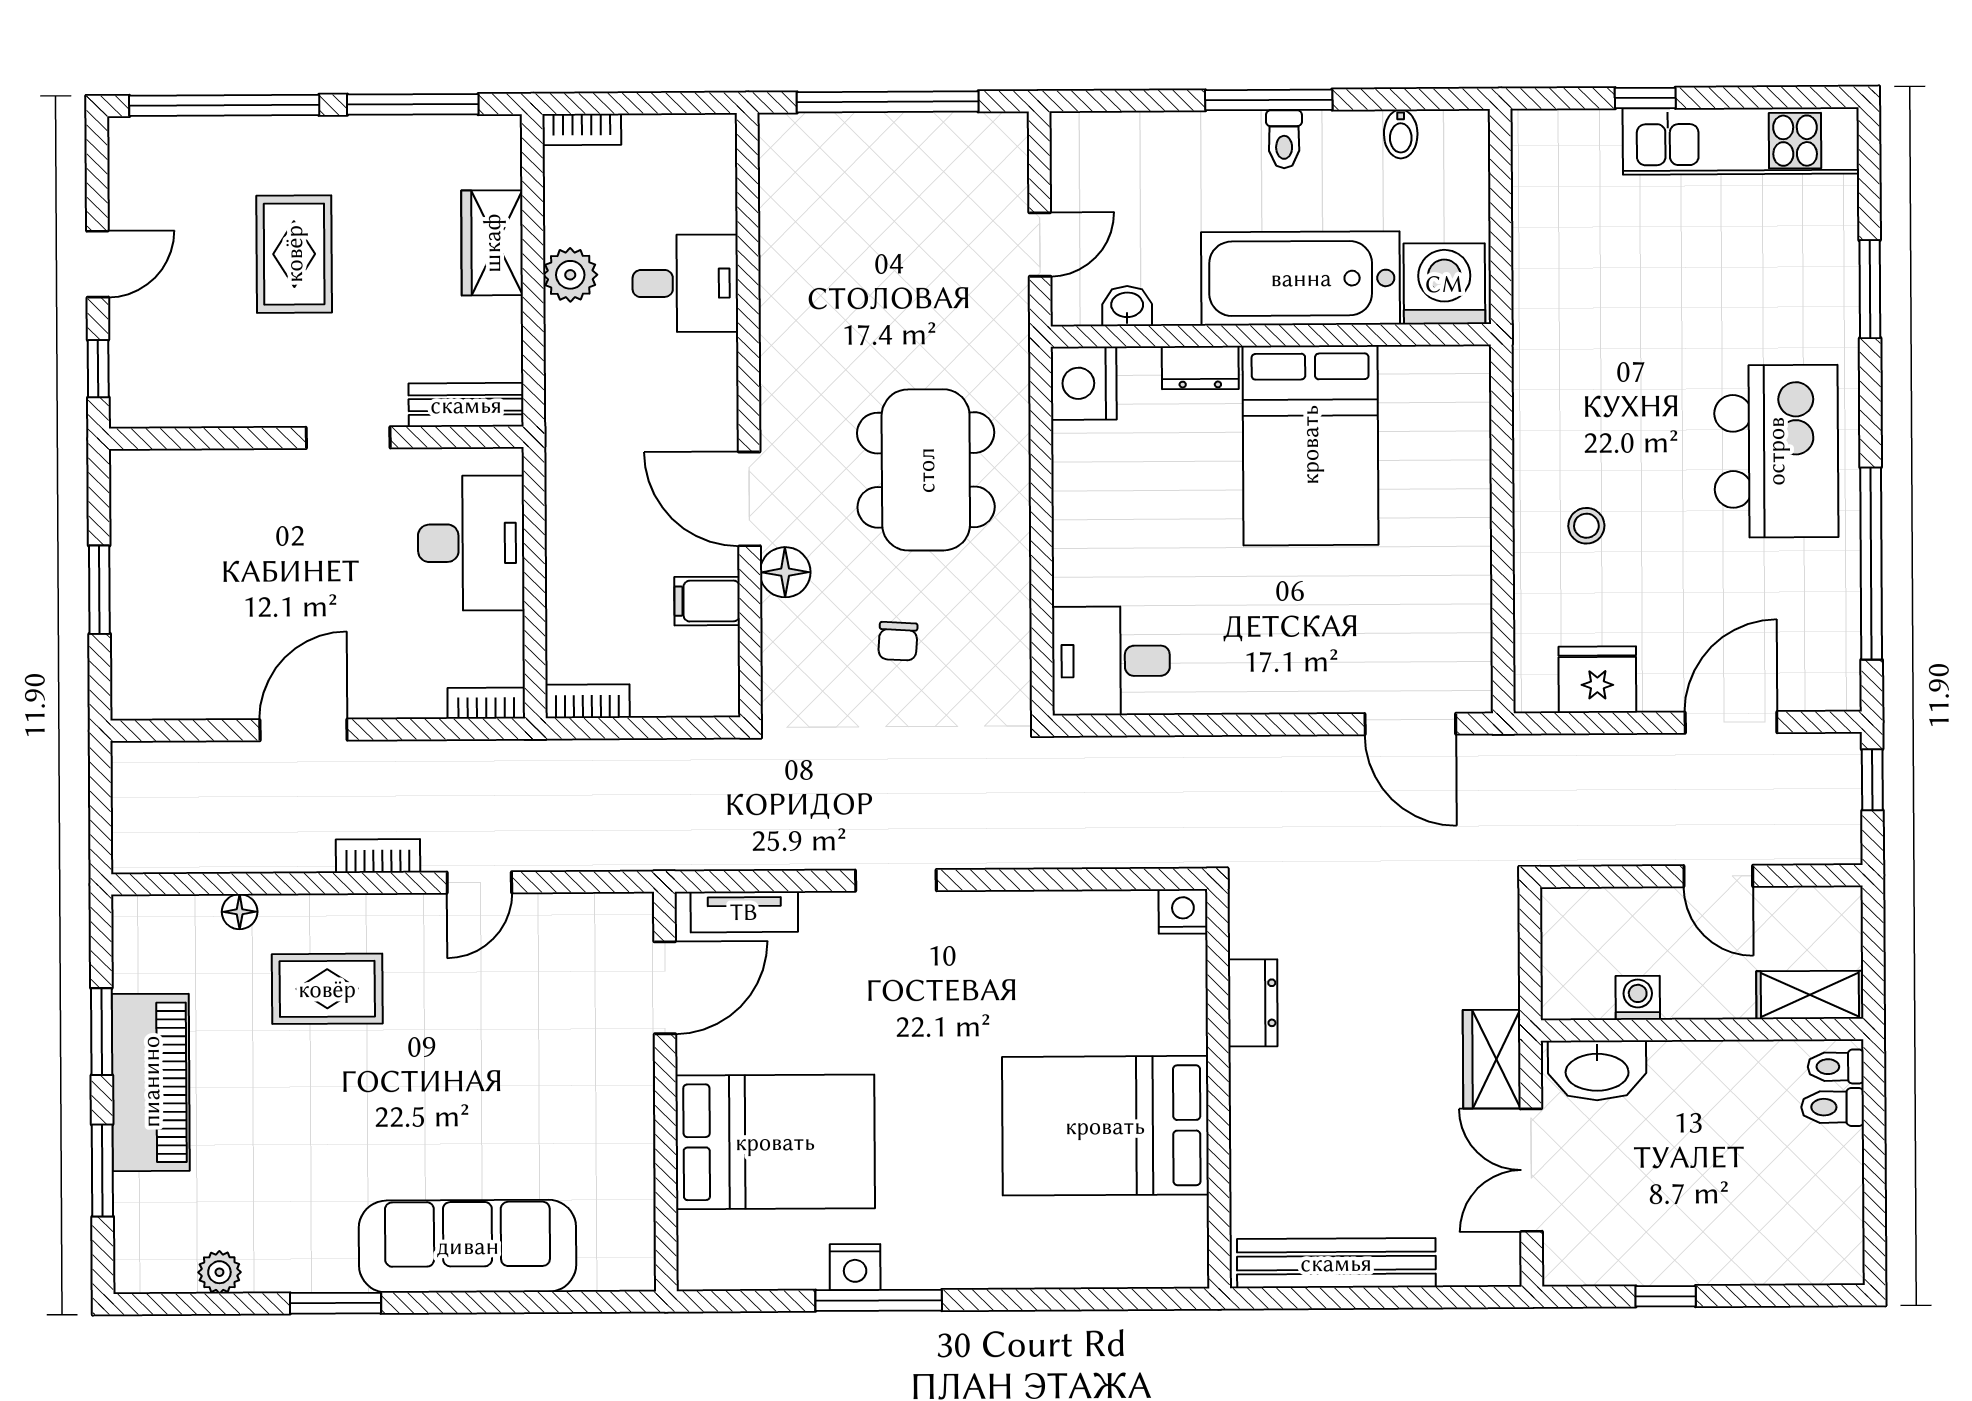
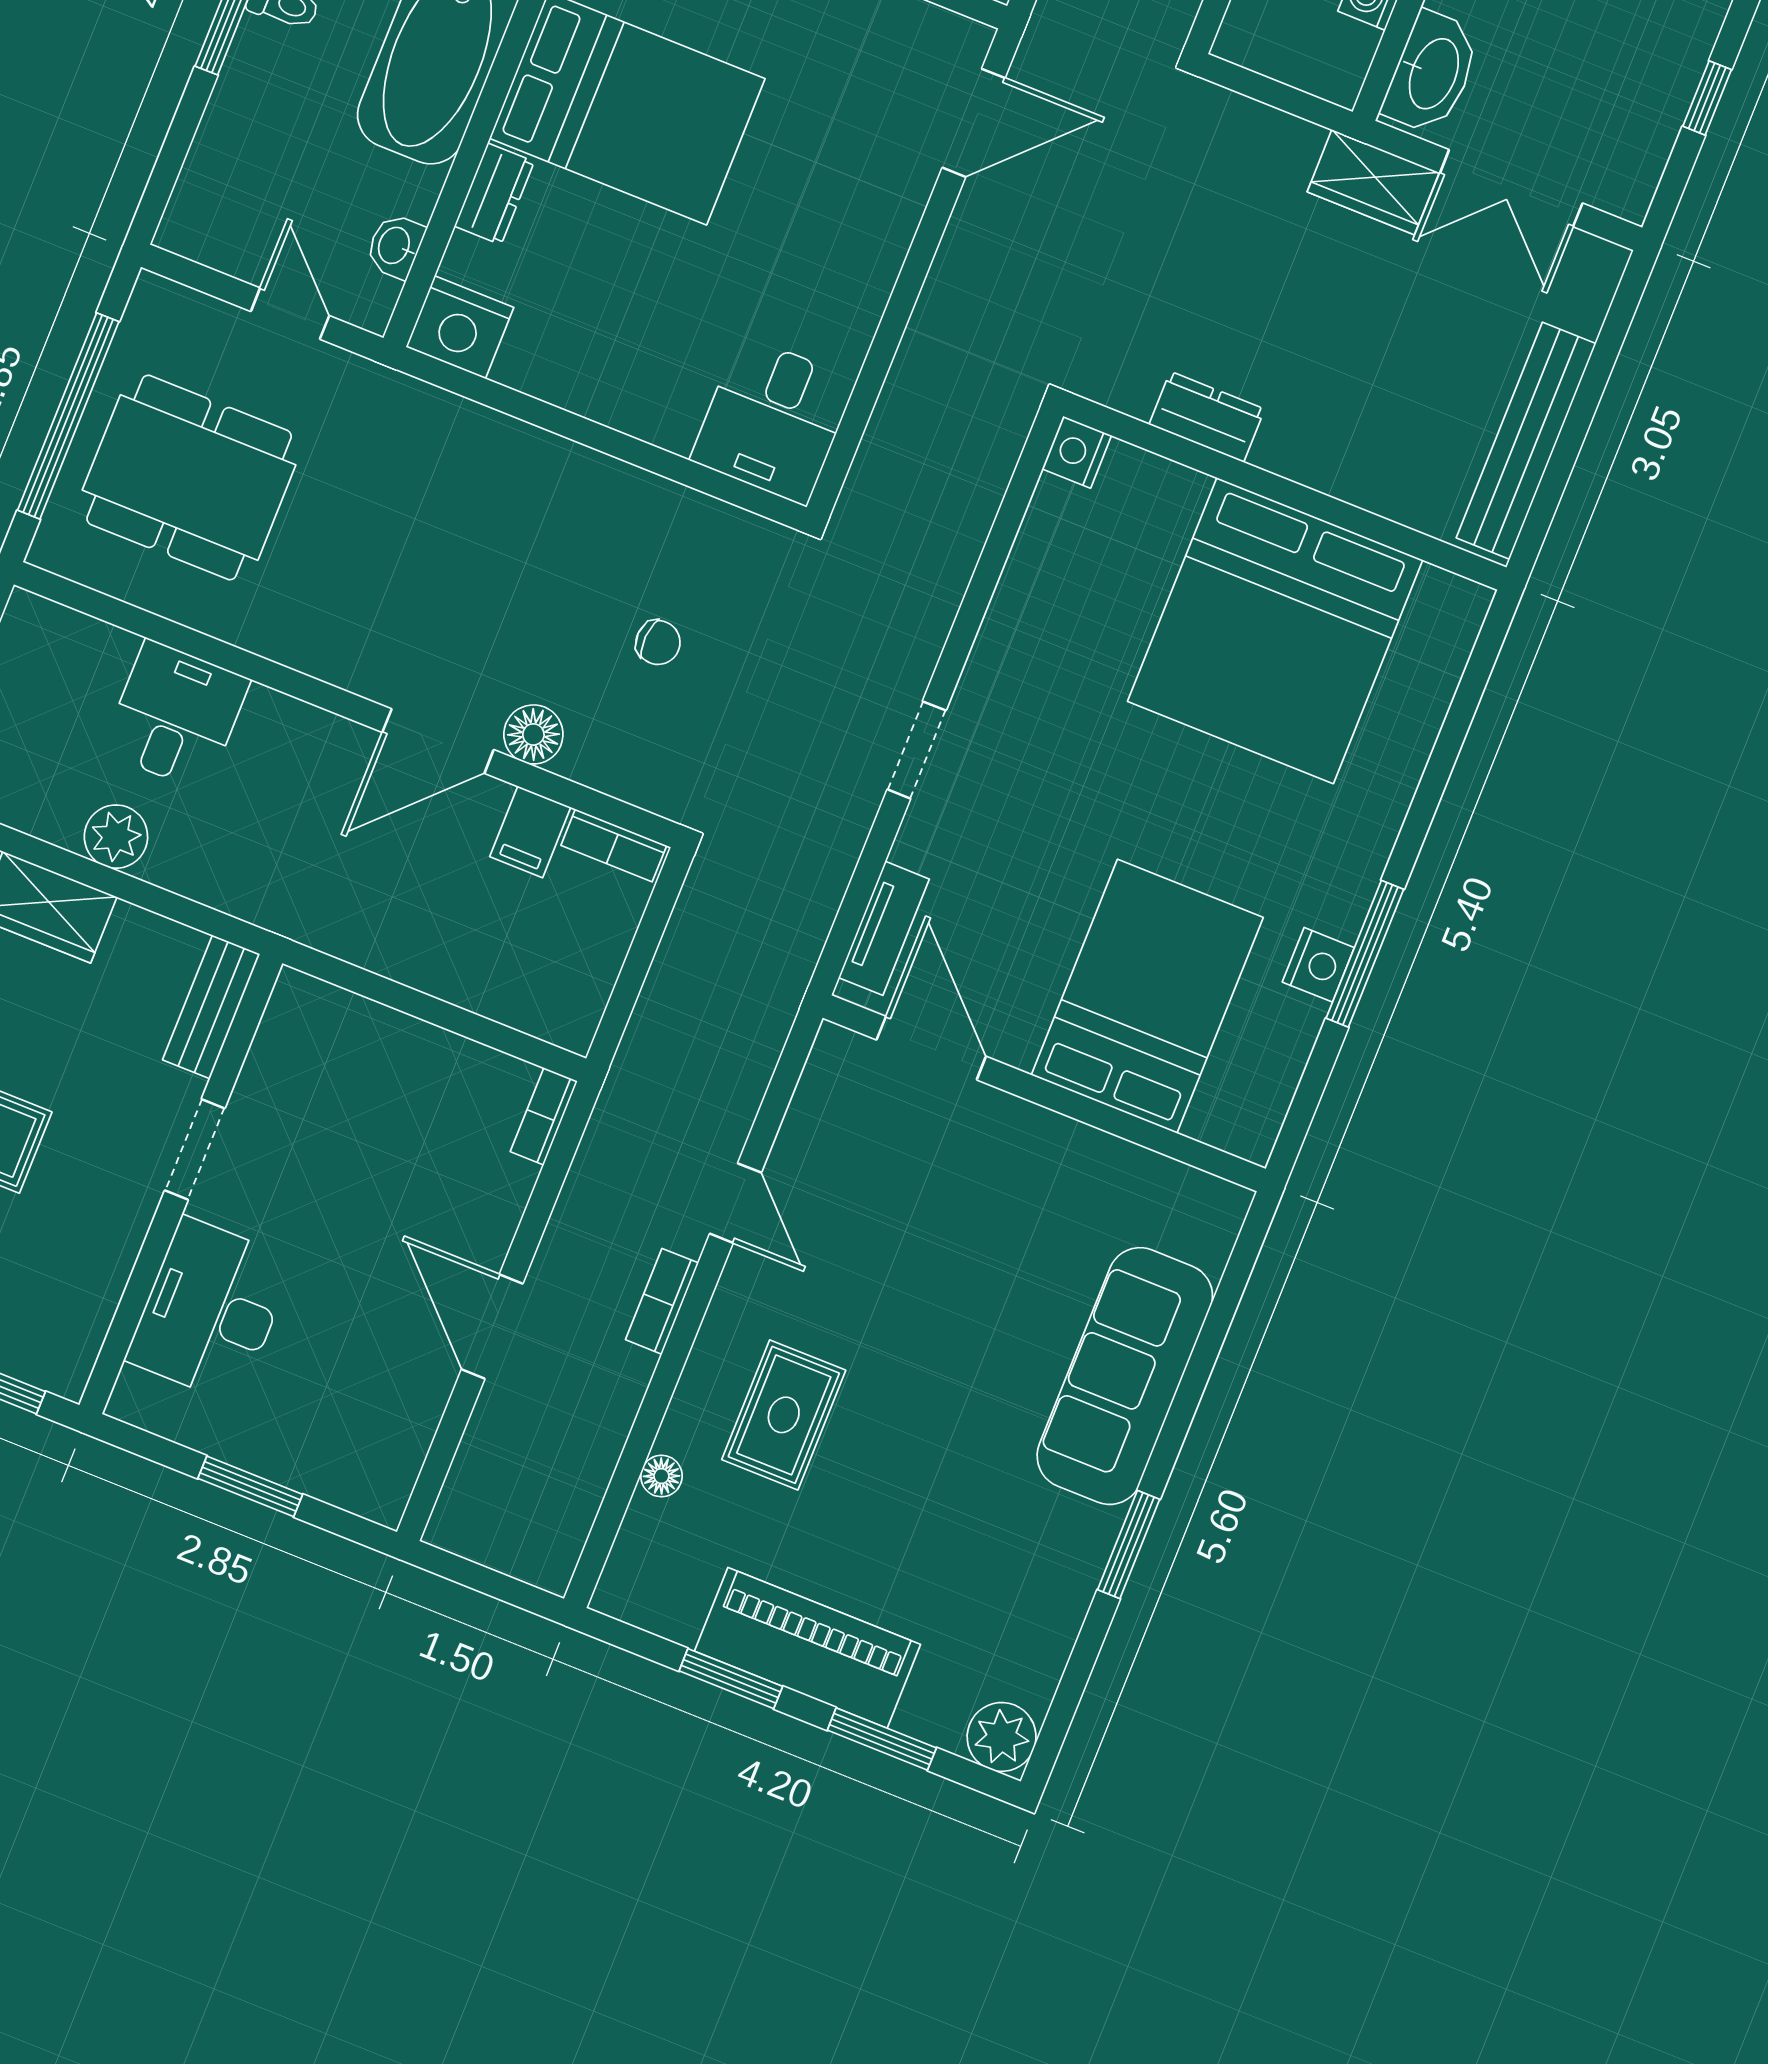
dining table: (926, 470) -> (189, 477), moved
desk: (471, 543) -> (210, 1310), moved, turned -90
bookcase: (587, 701) -> (614, 845), moved, turned -90
bed: (1105, 1126) -> (1275, 631), width x1.36
plant: (219, 1272) -> (1002, 1737), moved, width x1.38, depth x1.38

